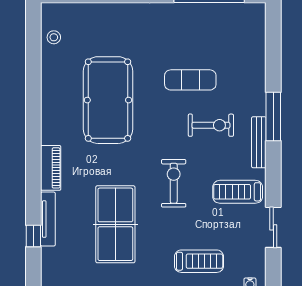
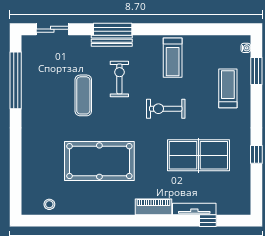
bench: (259, 142) -> (112, 41), moved
sliding door: (273, 227) -> (52, 29), moved

